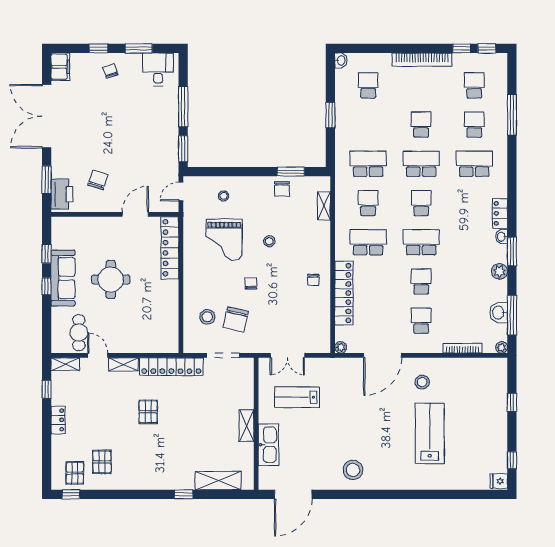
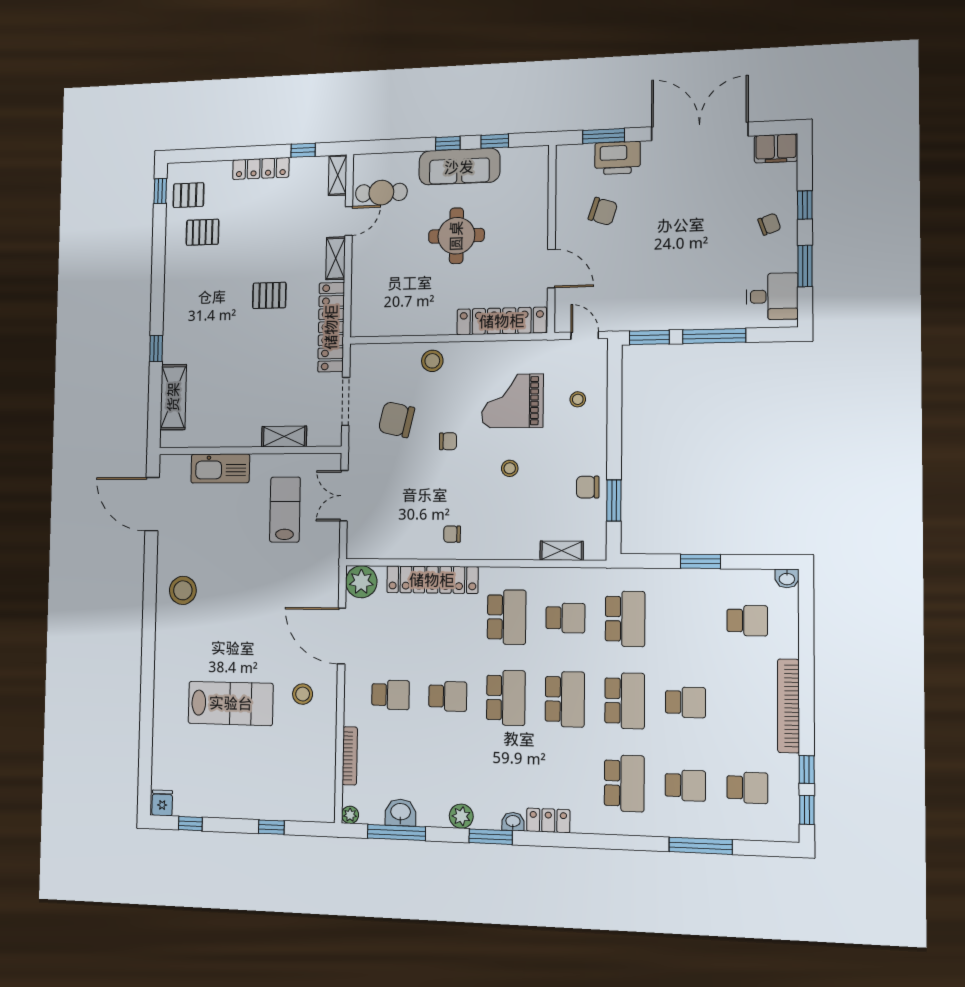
printer: (62, 194) -> (617, 158), moved
school desk: (421, 203) -> (565, 699), width x1.85
stool: (207, 317) -> (432, 361), moved
plant: (341, 347) -> (361, 582), width x1.88, depth x1.88
locker: (58, 420) -> (261, 169), width x1.53
shelving: (247, 426) -> (284, 436), moved

